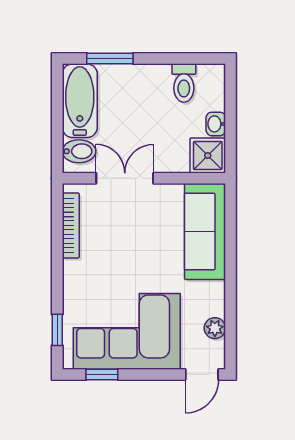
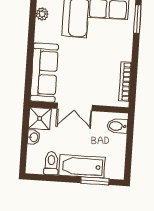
bathtub: (80, 101) -> (82, 166), moved, turned 90
double door: (125, 178) -> (75, 107), moved
window: (57, 330) -> (137, 19), width x1.50

